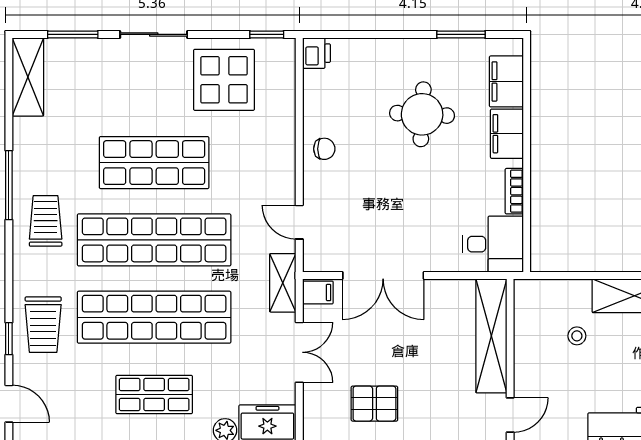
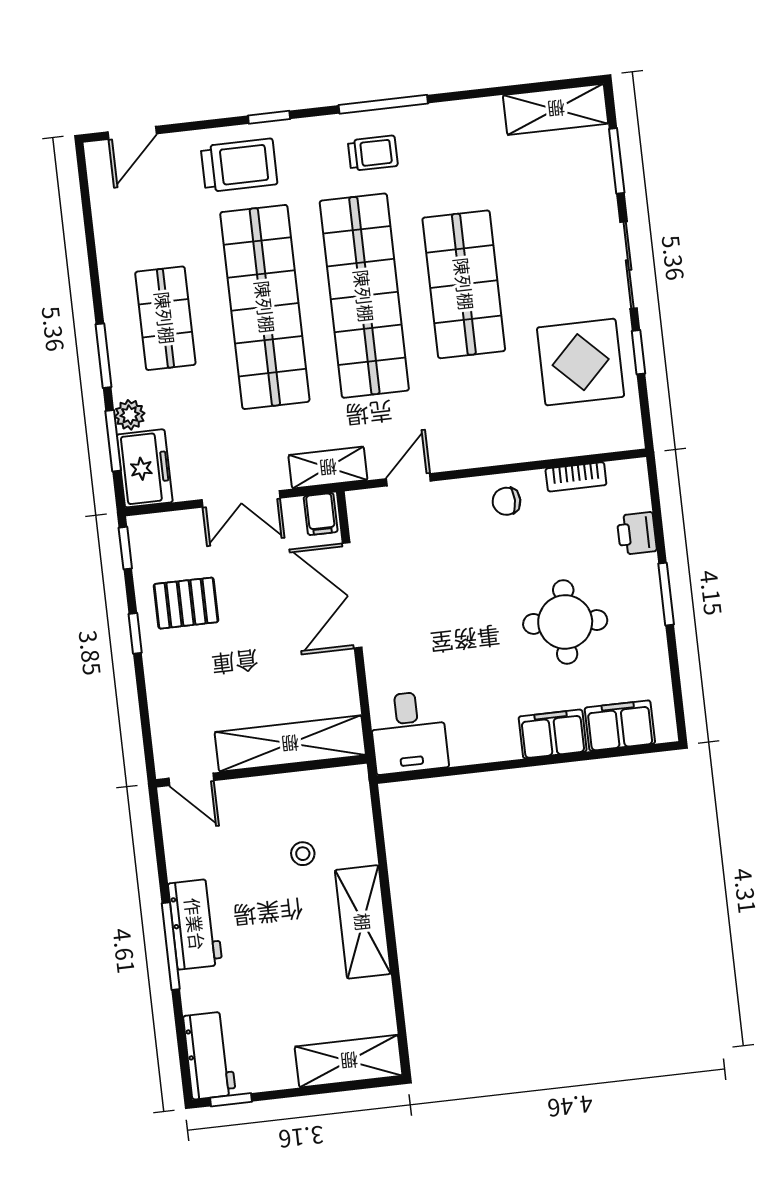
window: (267, 34) -> (638, 352), moved
window: (461, 34) -> (666, 594), moved
printer: (317, 53) -> (637, 533), moved, turned 90
chair: (324, 149) -> (506, 501), turned 90
window: (9, 185) -> (383, 104), moved
bookcase: (514, 191) -> (576, 477), moved, turned 180
trolley: (46, 221) -> (373, 153), width x0.73, depth x0.72
trolley: (43, 325) -> (239, 165), turned 180
window: (9, 339) -> (269, 117), moved
pallet: (374, 404) -> (186, 603), turned 90

